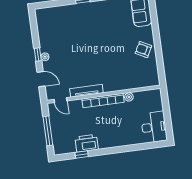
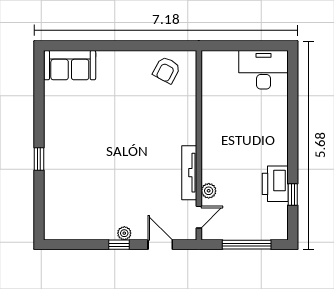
armchair: (143, 50) -> (167, 70), moved
door: (41, 79) -> (160, 245), hinge flipped
plant: (129, 97) -> (209, 191), moved
bookcase: (103, 100) -> (209, 147), removed

